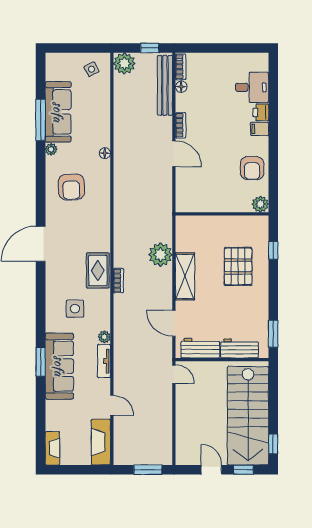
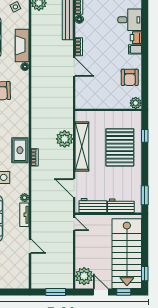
pallet: (238, 266) -> (120, 147), width x1.37, depth x1.41
shelving: (185, 276) -> (82, 146), width x1.47
fireplace: (101, 442) -> (22, 45), moved
plant: (188, 447) -> (84, 276), added

